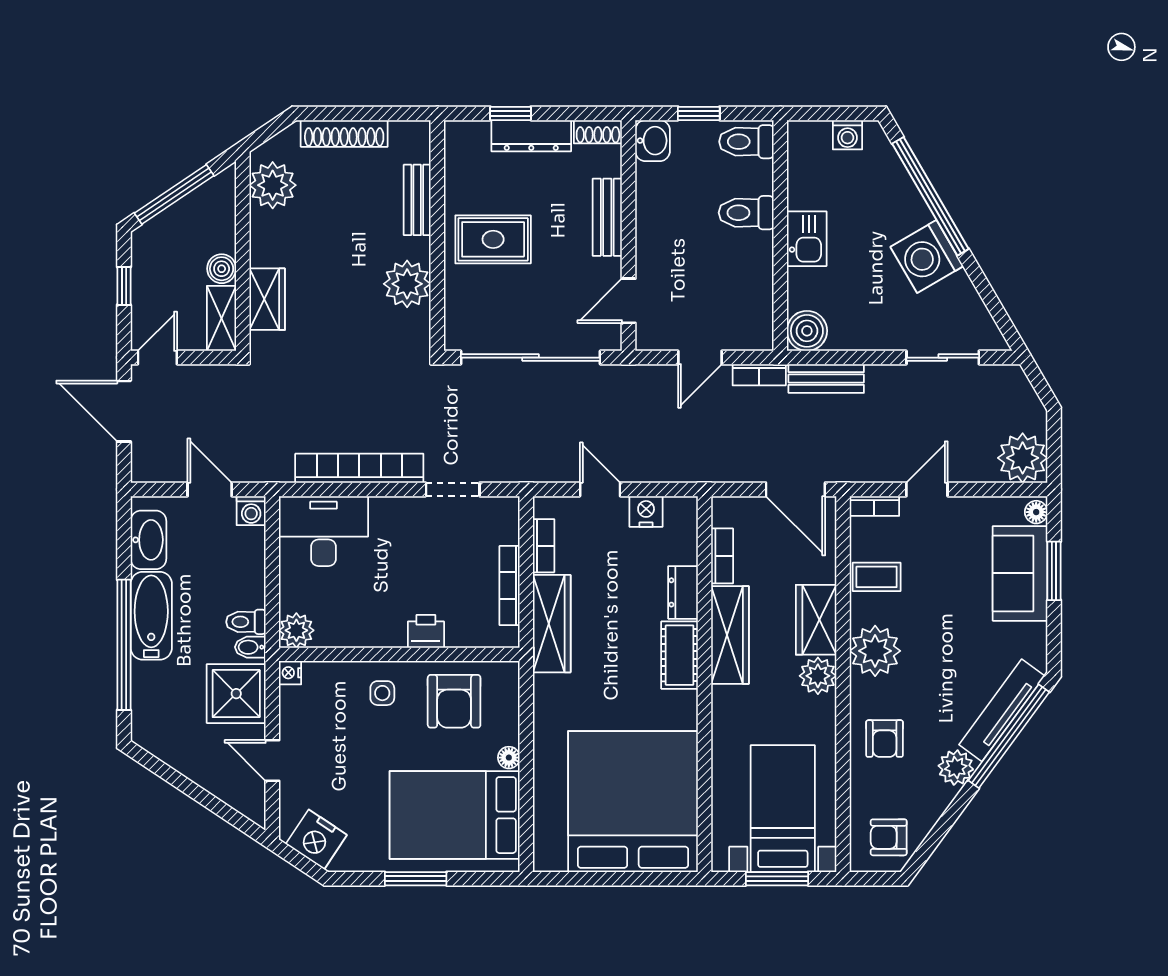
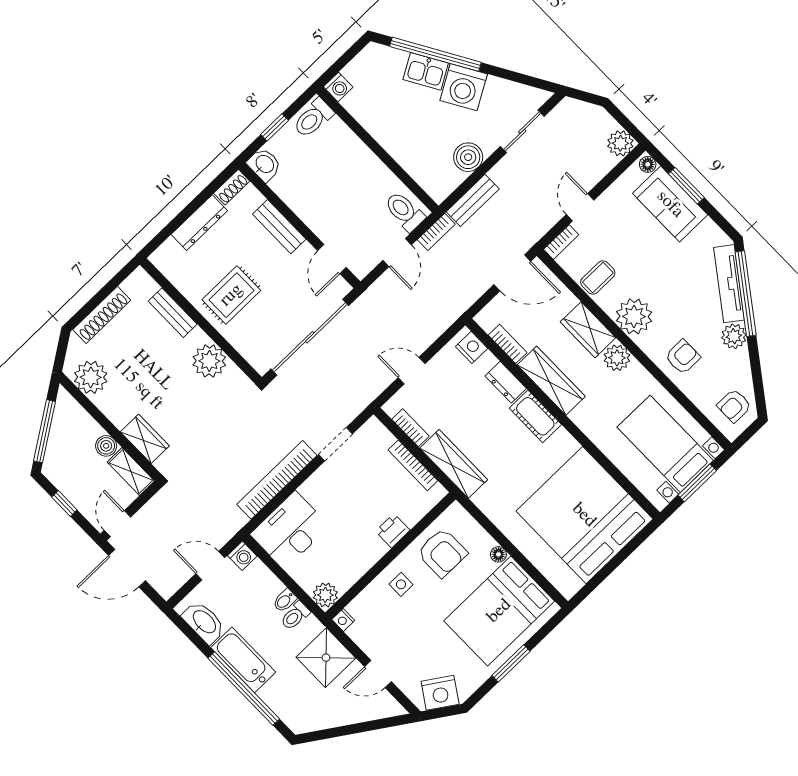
window: (510, 113) -> (177, 221), removed
washing machine: (847, 135) -> (338, 87), moved
toilet: (746, 213) -> (404, 211), moved, turned 90
kitchen sink: (807, 239) -> (426, 71), moved, turned 150
boiler: (807, 331) -> (468, 157), moved
plant: (1023, 458) -> (620, 143), width x0.73, depth x0.73
nightstand: (646, 511) -> (472, 347), moved, turned 90
bidet: (250, 647) -> (285, 600), moved
armchair: (885, 739) -> (683, 357), turned -90

